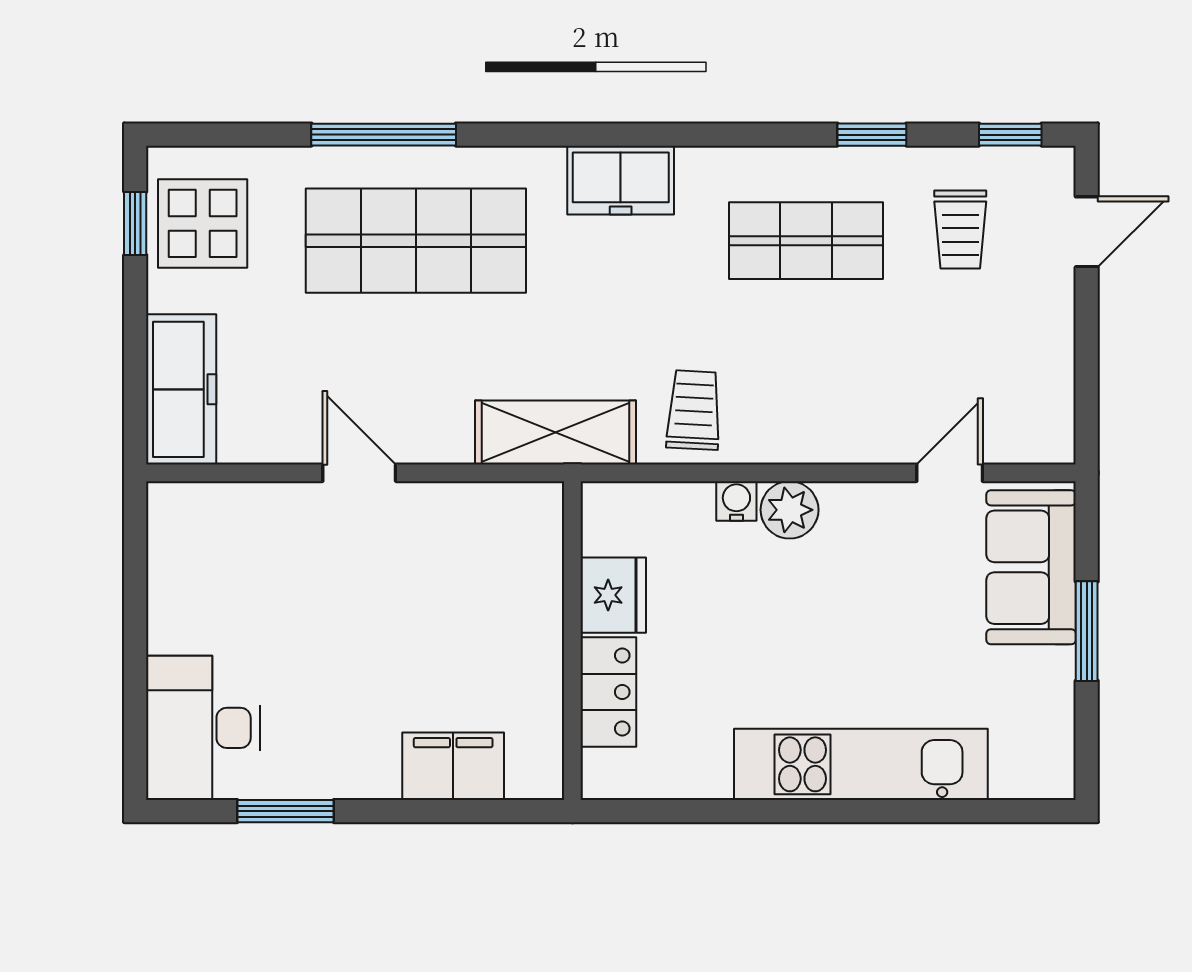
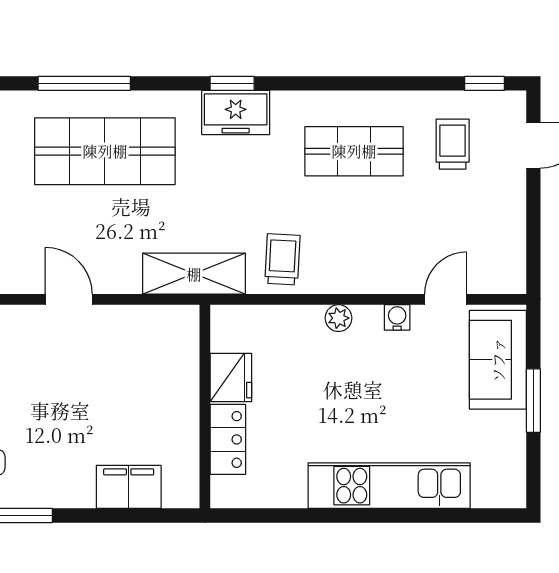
window: (872, 135) -> (232, 83), moved
trolley: (960, 229) -> (453, 144), turned 180
water cooler: (736, 501) -> (397, 317), moved
plant: (790, 510) -> (338, 318), width x0.73, depth x0.73

